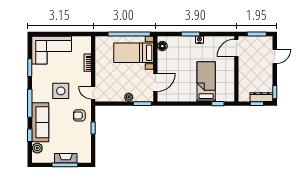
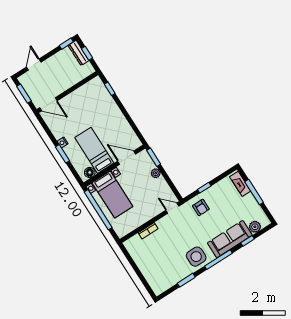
corner sofa: (52, 50) -> (158, 271), removed
door: (275, 56) -> (34, 64), hinge flipped
bed: (206, 82) -> (94, 150), moved, turned 90
side table: (61, 91) -> (196, 257), moved
door: (93, 93) -> (172, 208), swing flipped
fireplace: (66, 158) -> (240, 184), moved

